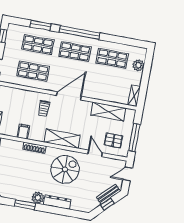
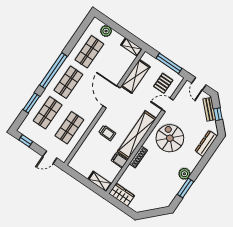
door: (69, 96) -> (112, 97), moved
shelving: (62, 139) -> (137, 135), width x1.47
dresser: (57, 202) -> (206, 143), moved

